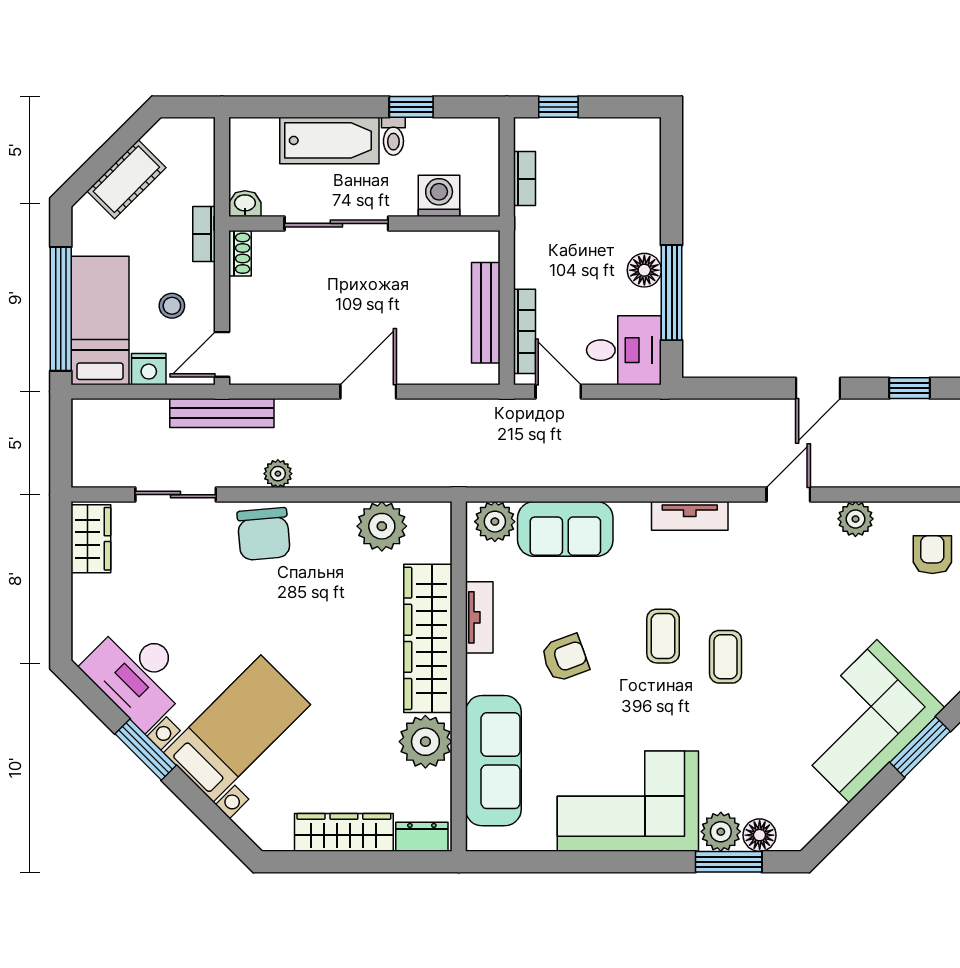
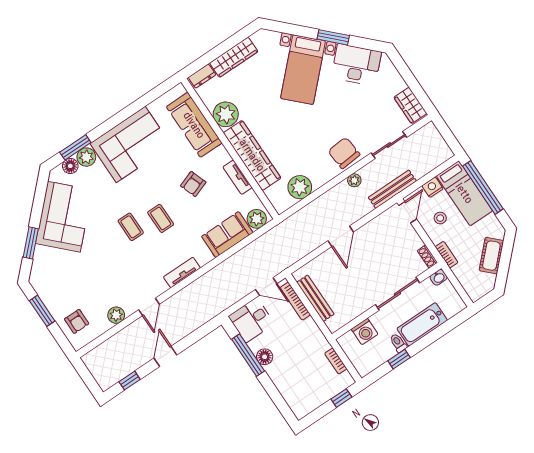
corner sofa: (863, 721) -> (64, 217), moved

